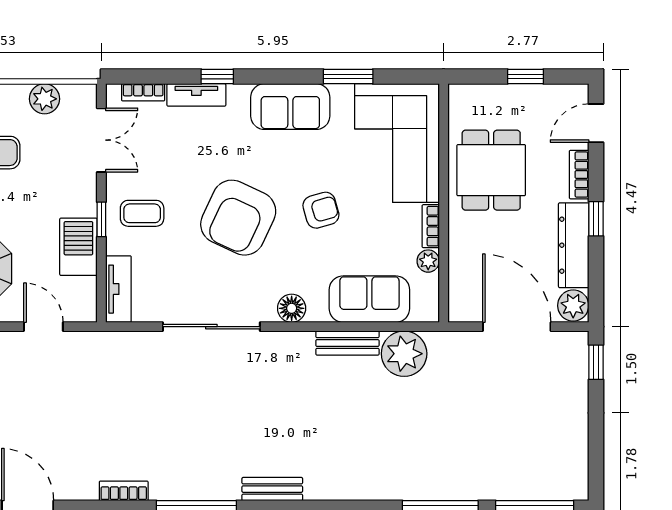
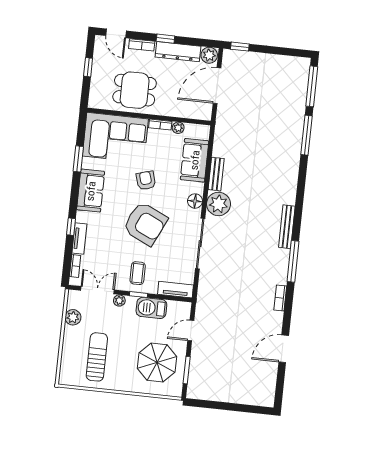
plant: (86, 184) -> (119, 301), added
plant: (404, 354) -> (218, 204), moved
bench: (272, 489) -> (287, 227), width x1.36

